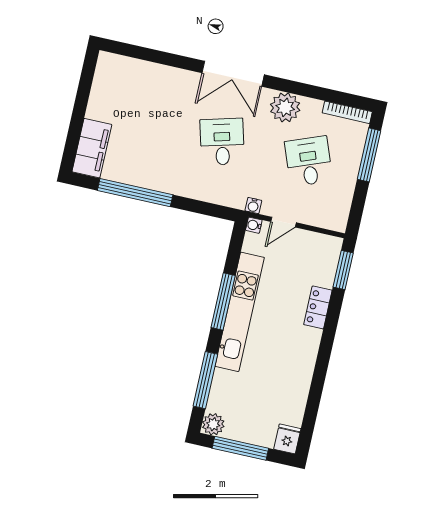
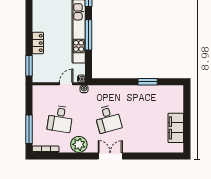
double door: (233, 74) -> (110, 156), width x0.73
filing cabinet: (92, 148) -> (176, 128), moved
desk: (309, 161) -> (60, 119), turned 30
window: (135, 193) -> (148, 82), width x0.47

